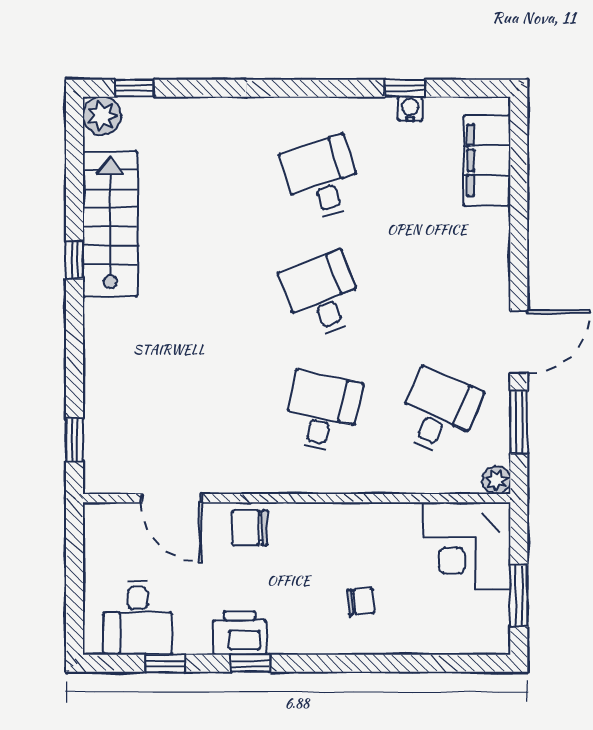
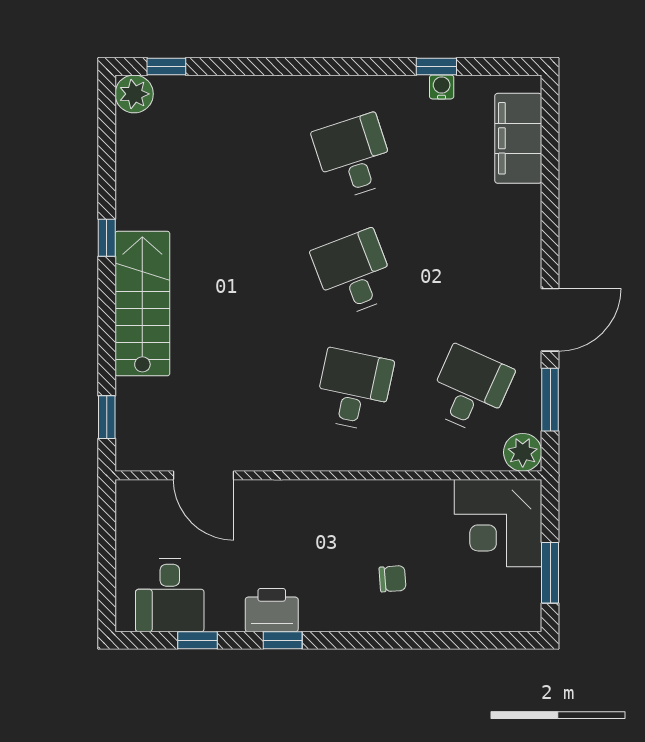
stairs: (110, 224) -> (142, 304), moved
plant: (496, 480) -> (523, 452), width x1.38, depth x1.38
chair: (250, 528) -> (282, 505), removed

